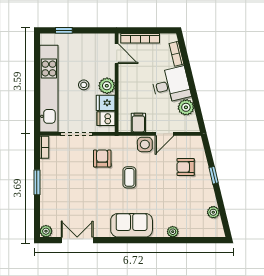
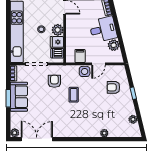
sofa: (132, 225) -> (19, 97), moved, turned 90
double door: (77, 240) -> (37, 139), width x1.37

